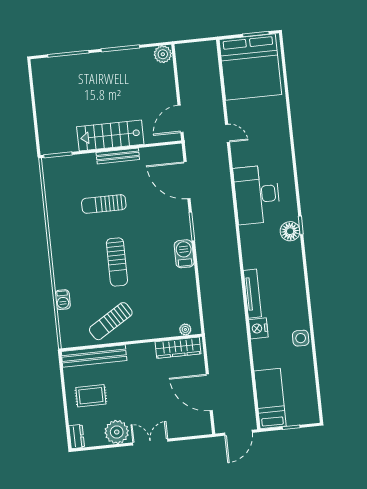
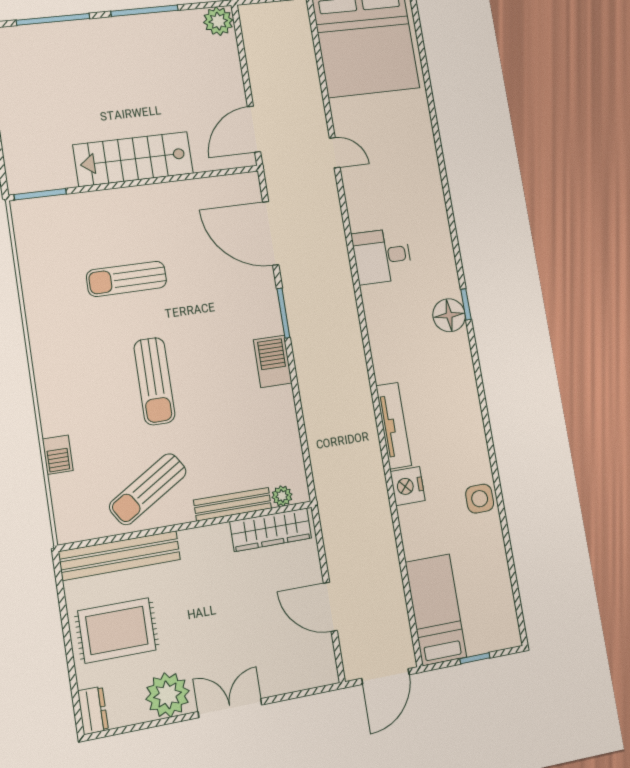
bench: (118, 156) -> (233, 504), moved
desk: (257, 195) -> (382, 256), width x0.53, depth x0.77
door: (209, 392) -> (330, 607), width x0.73
rug: (91, 396) -> (117, 630), width x1.36, depth x1.43

